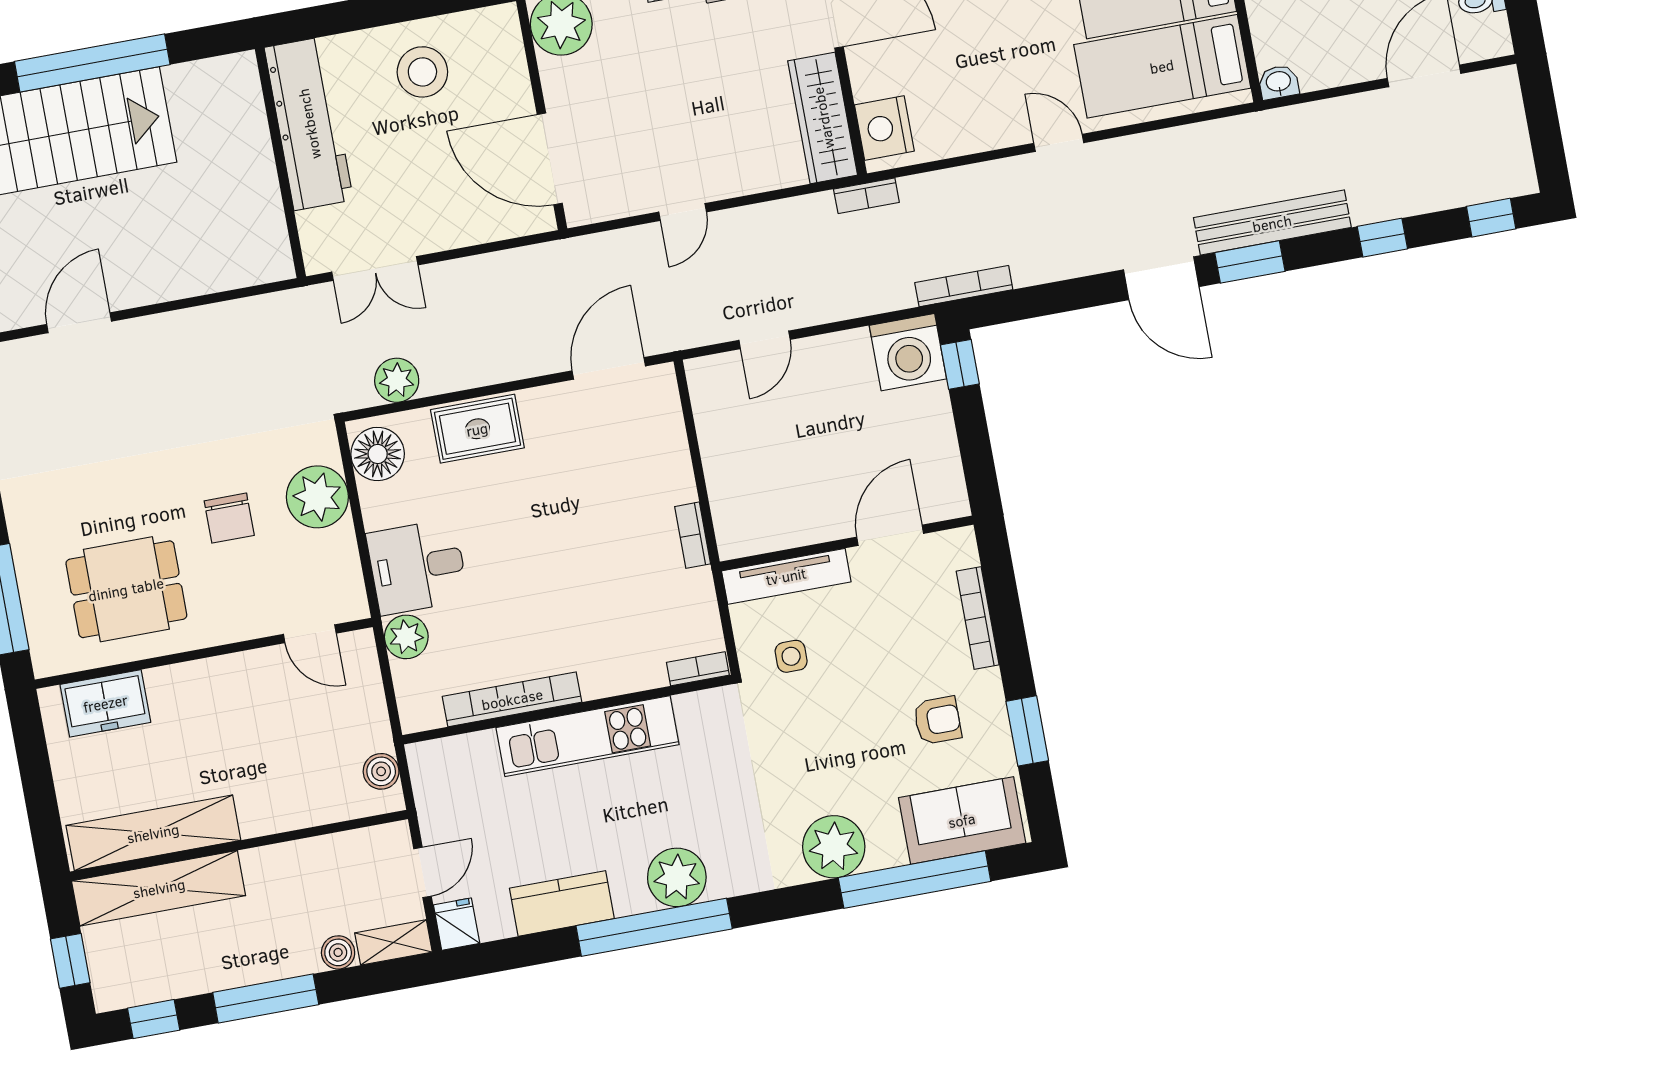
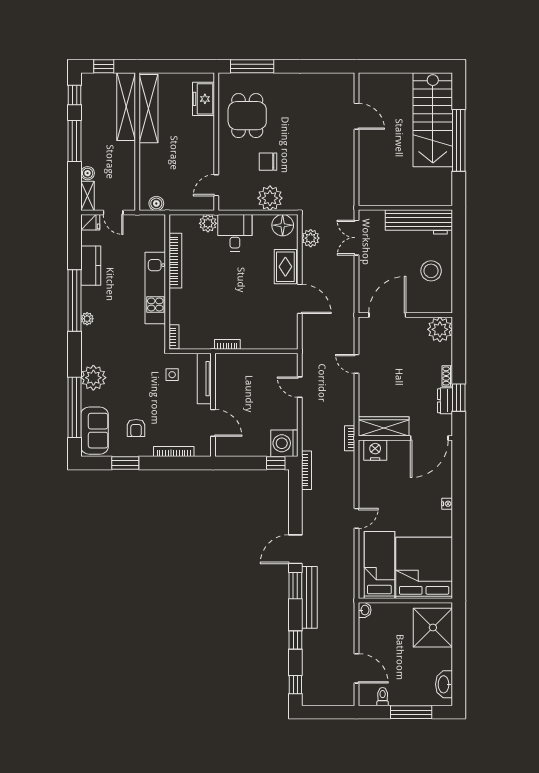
door: (609, 368) -> (300, 299), moved
plant: (677, 877) -> (87, 319), width x0.53, depth x0.53

